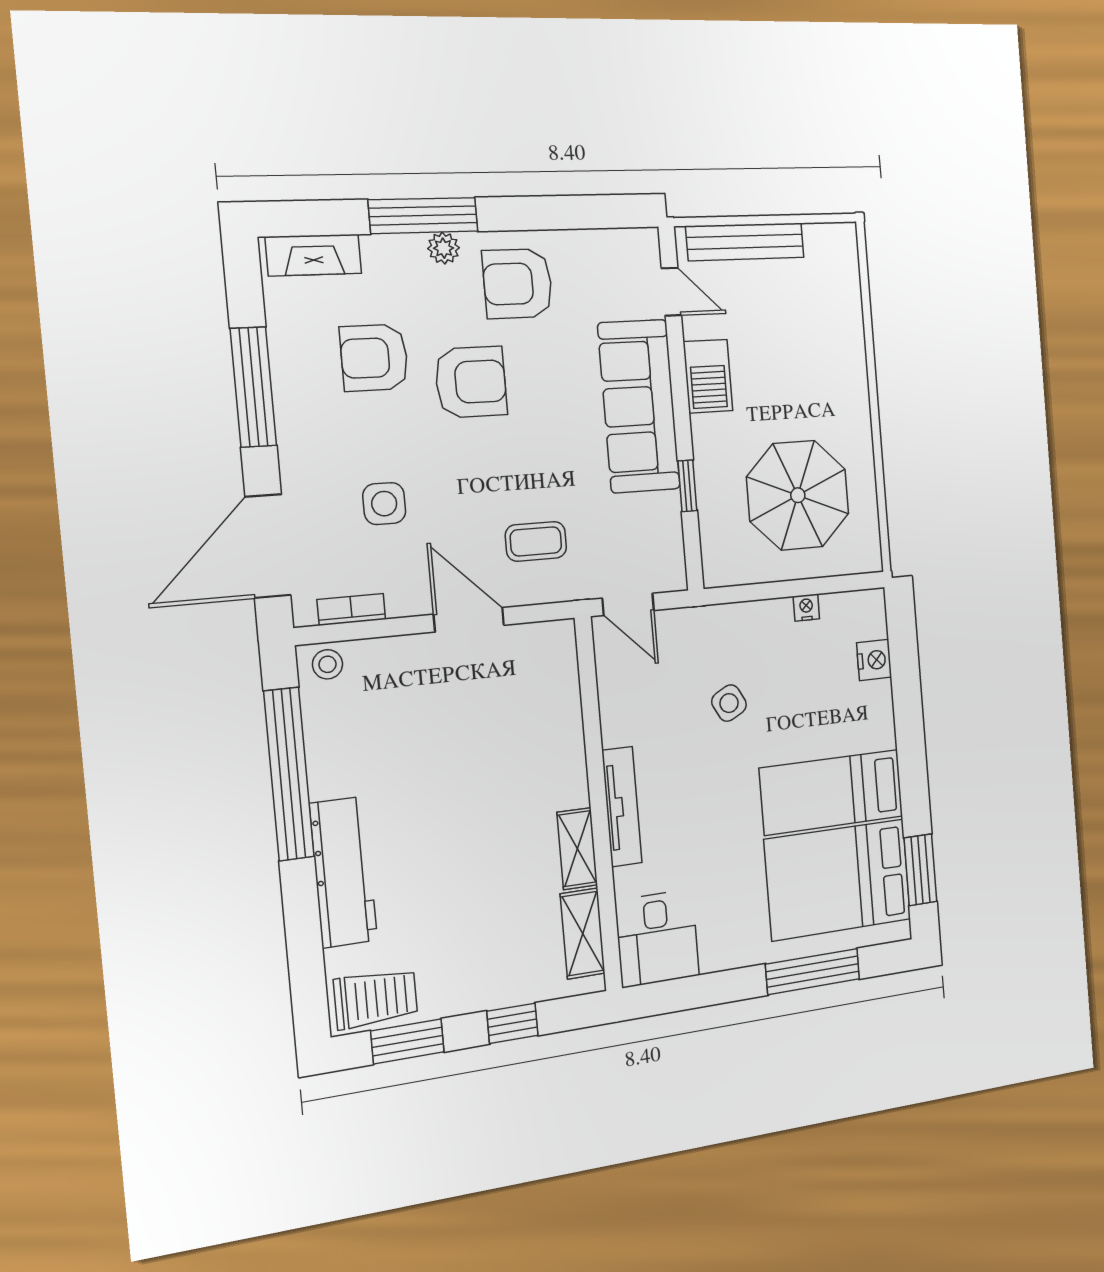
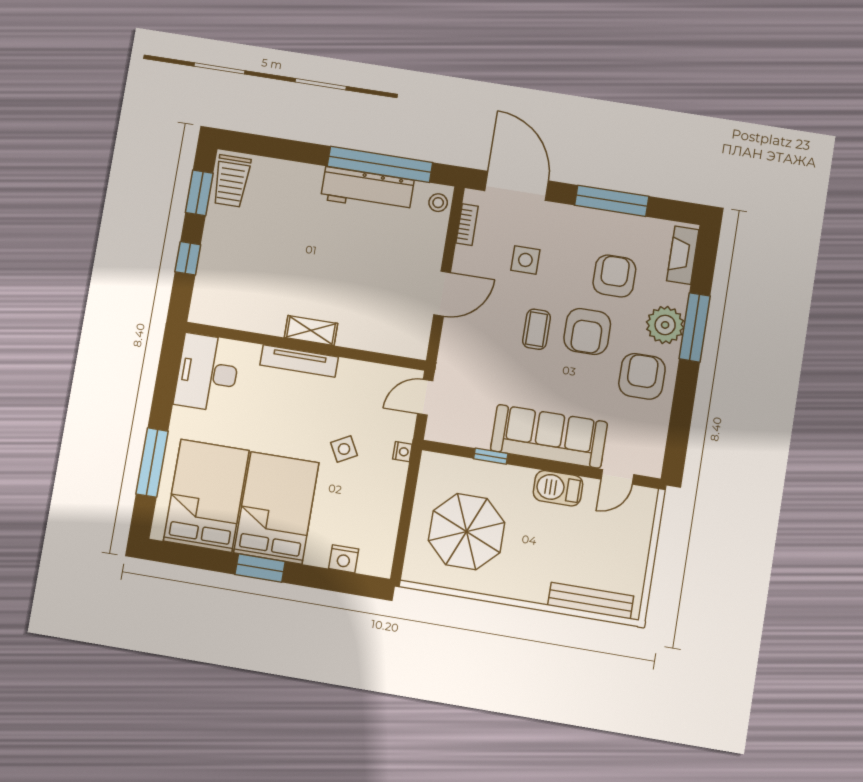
bench: (745, 242) -> (591, 601), moved, turned 90
plant: (444, 248) -> (665, 325), width x1.88, depth x1.88
coffee table: (536, 541) -> (537, 329), moved
nightstand: (806, 608) -> (402, 452), moved
bed: (832, 792) -> (276, 508), width x1.50
shelving: (577, 849) -> (311, 330), moved
window: (920, 870) -> (260, 568), moved
workbench: (343, 872) -> (367, 190), moved
shelving: (583, 934) -> (228, 316), removed
desk: (657, 938) -> (207, 373), width x1.37

